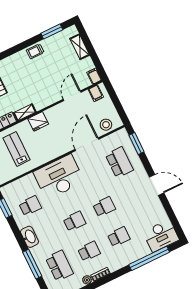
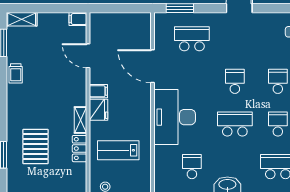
shelving: (80, 47) -> (22, 19), moved
filing cabinet: (96, 93) -> (98, 91), moved
stool: (106, 125) -> (141, 33), removed
school desk: (74, 221) -> (235, 124), width x1.85

